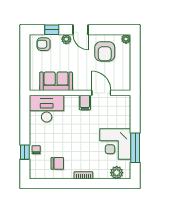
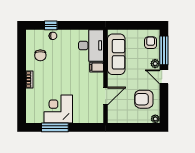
window: (52, 30) -> (164, 50), width x2.17
door: (81, 30) -> (164, 77), hinge flipped
sofa: (56, 81) -> (116, 54), width x1.36
filing cabinet: (85, 103) -> (97, 67), moved
plant: (117, 173) -> (32, 110), removed

